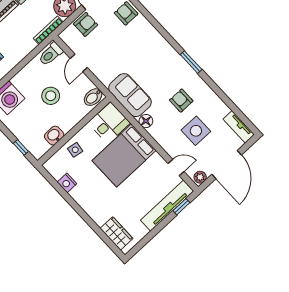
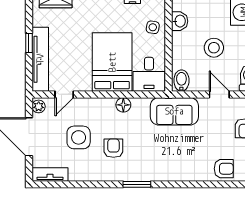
sofa: (130, 95) -> (174, 111), moved
armchair: (181, 101) -> (113, 148), turned -90
window: (181, 207) -> (29, 43), moved

